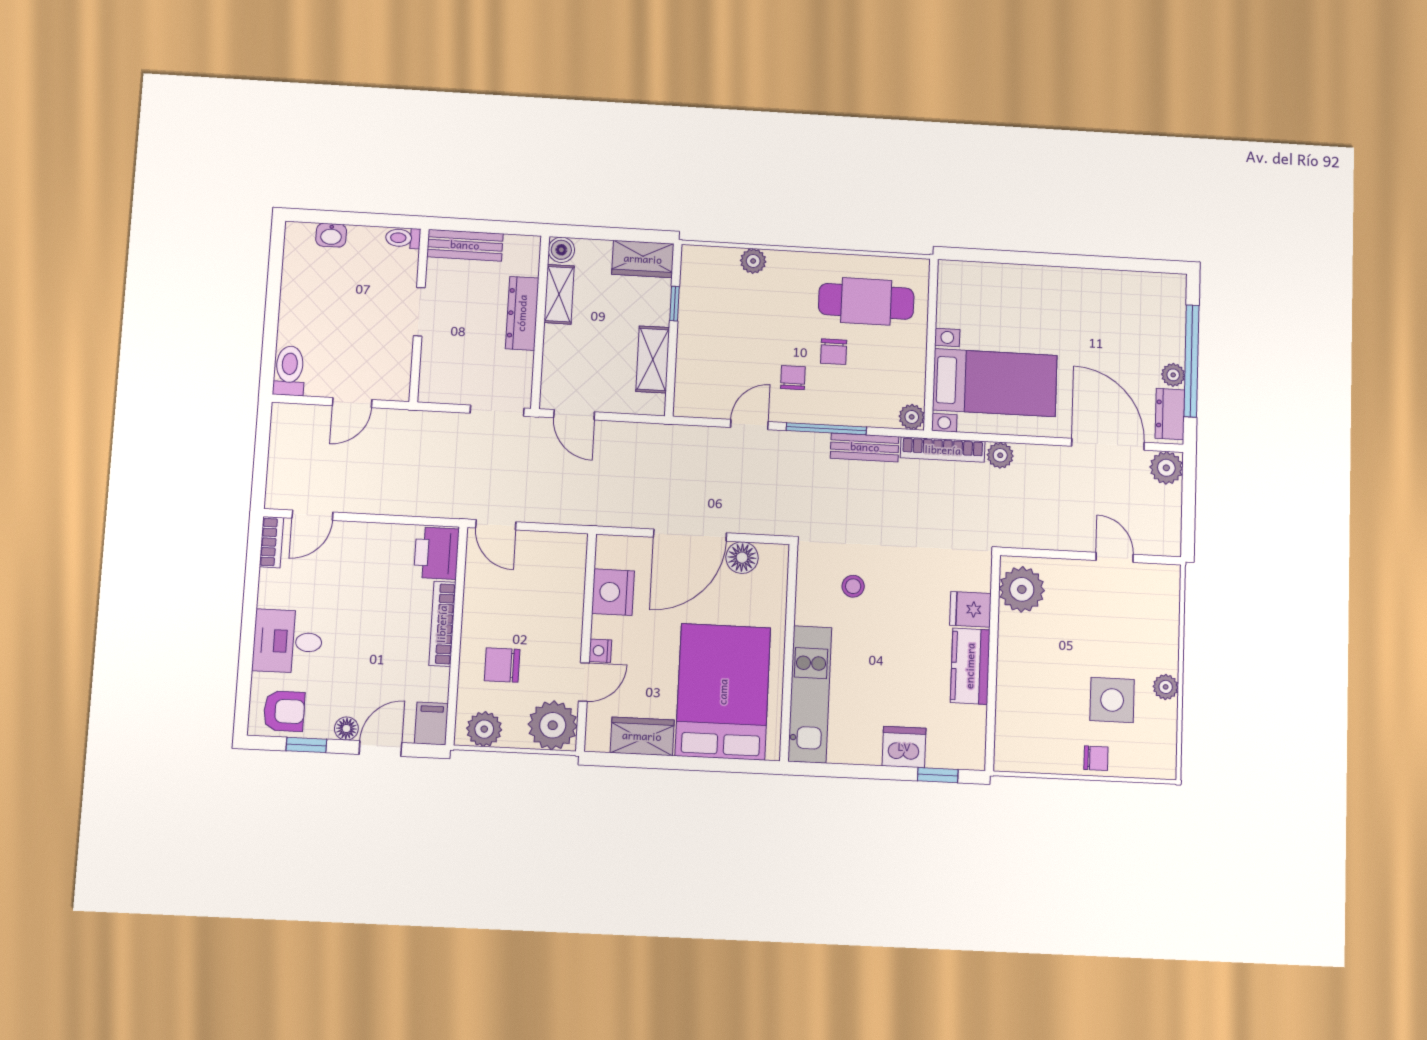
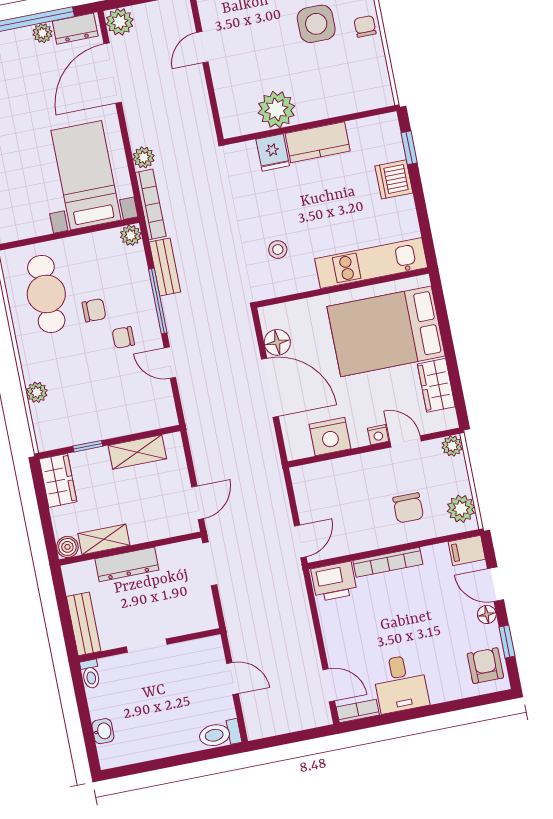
plant: (1022, 589) -> (276, 110), moved
desk: (288, 641) -> (401, 684), moved
plant: (553, 725) -> (452, 446), width x0.53, depth x0.53

